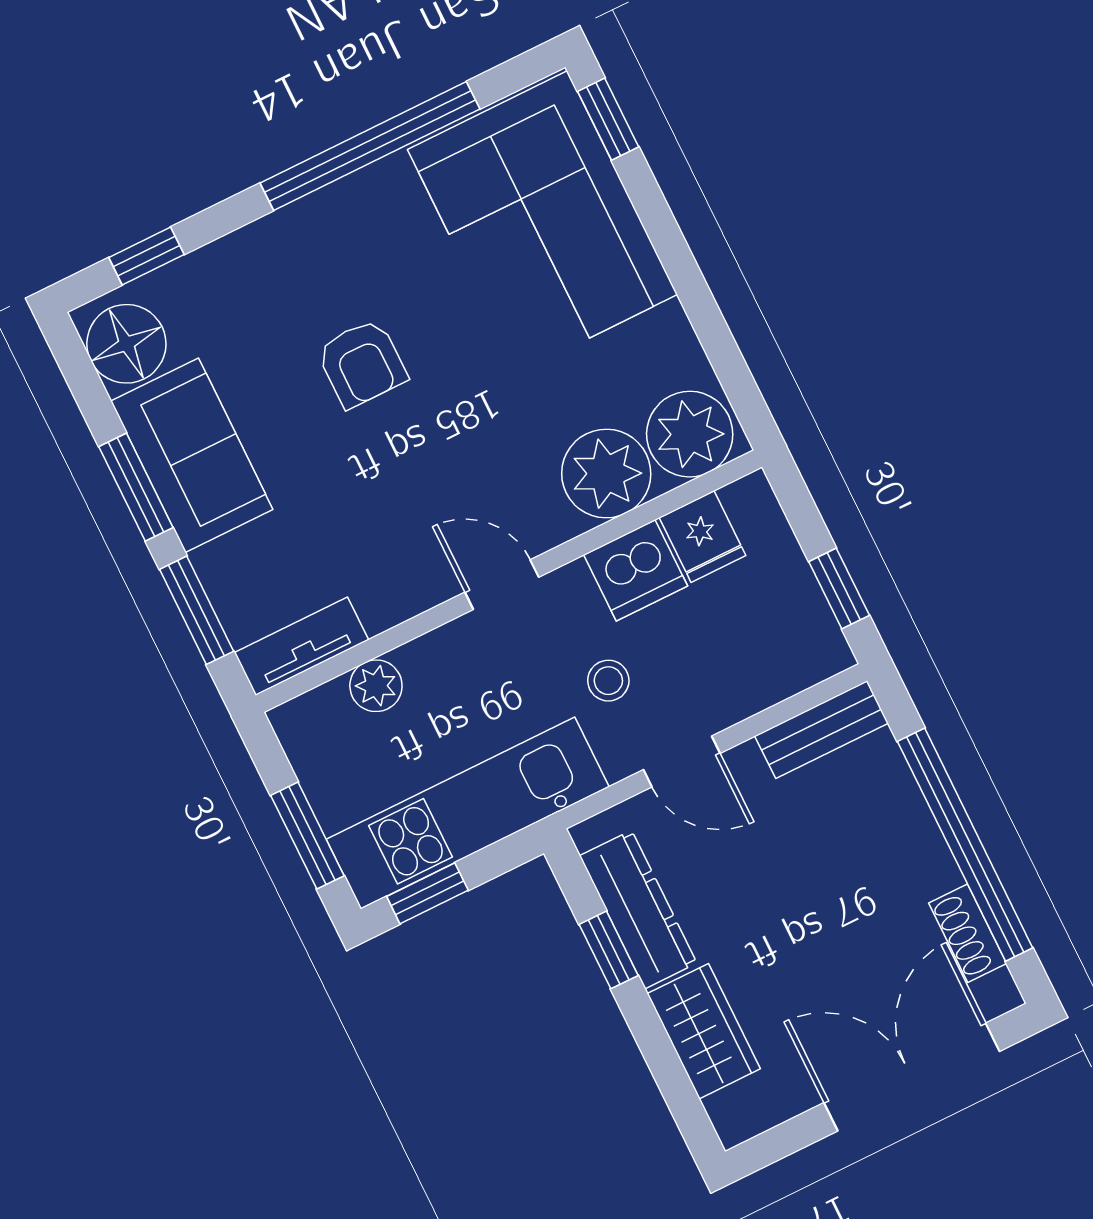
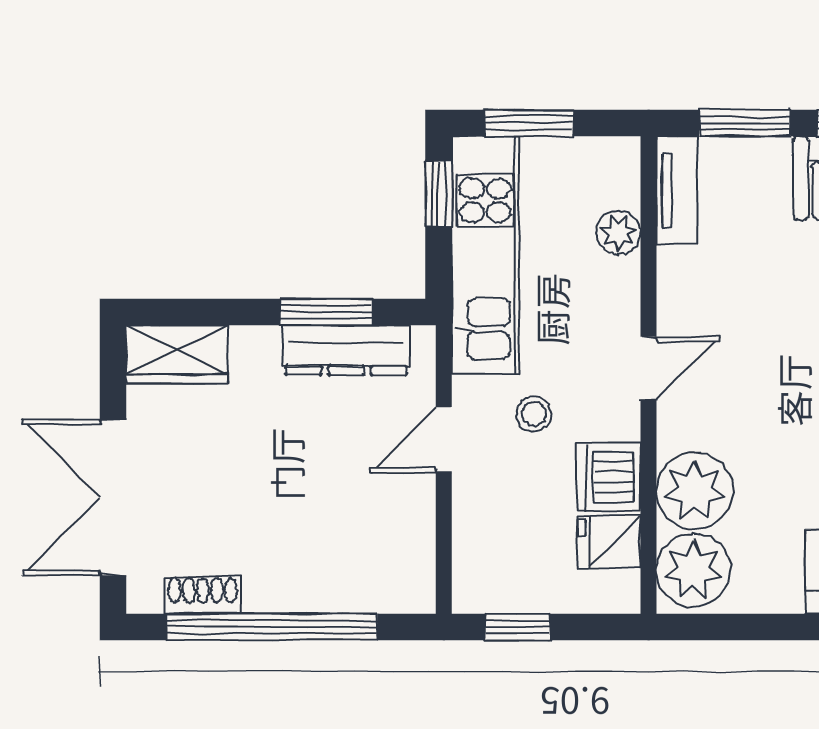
bench: (822, 730) -> (415, 560), removed
window: (609, 950) -> (326, 312), width x1.50
wardrobe: (704, 1031) -> (177, 354), moved
double door: (912, 1077) -> (113, 498), swing flipped

